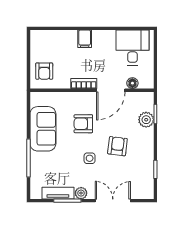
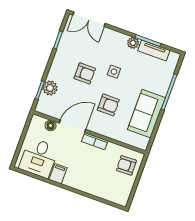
filing cabinet: (85, 39) -> (58, 174), moved
armchair: (44, 71) -> (126, 165), turned -92
armchair: (117, 146) -> (85, 73), turned -97
double door: (113, 201) -> (89, 19), moved

